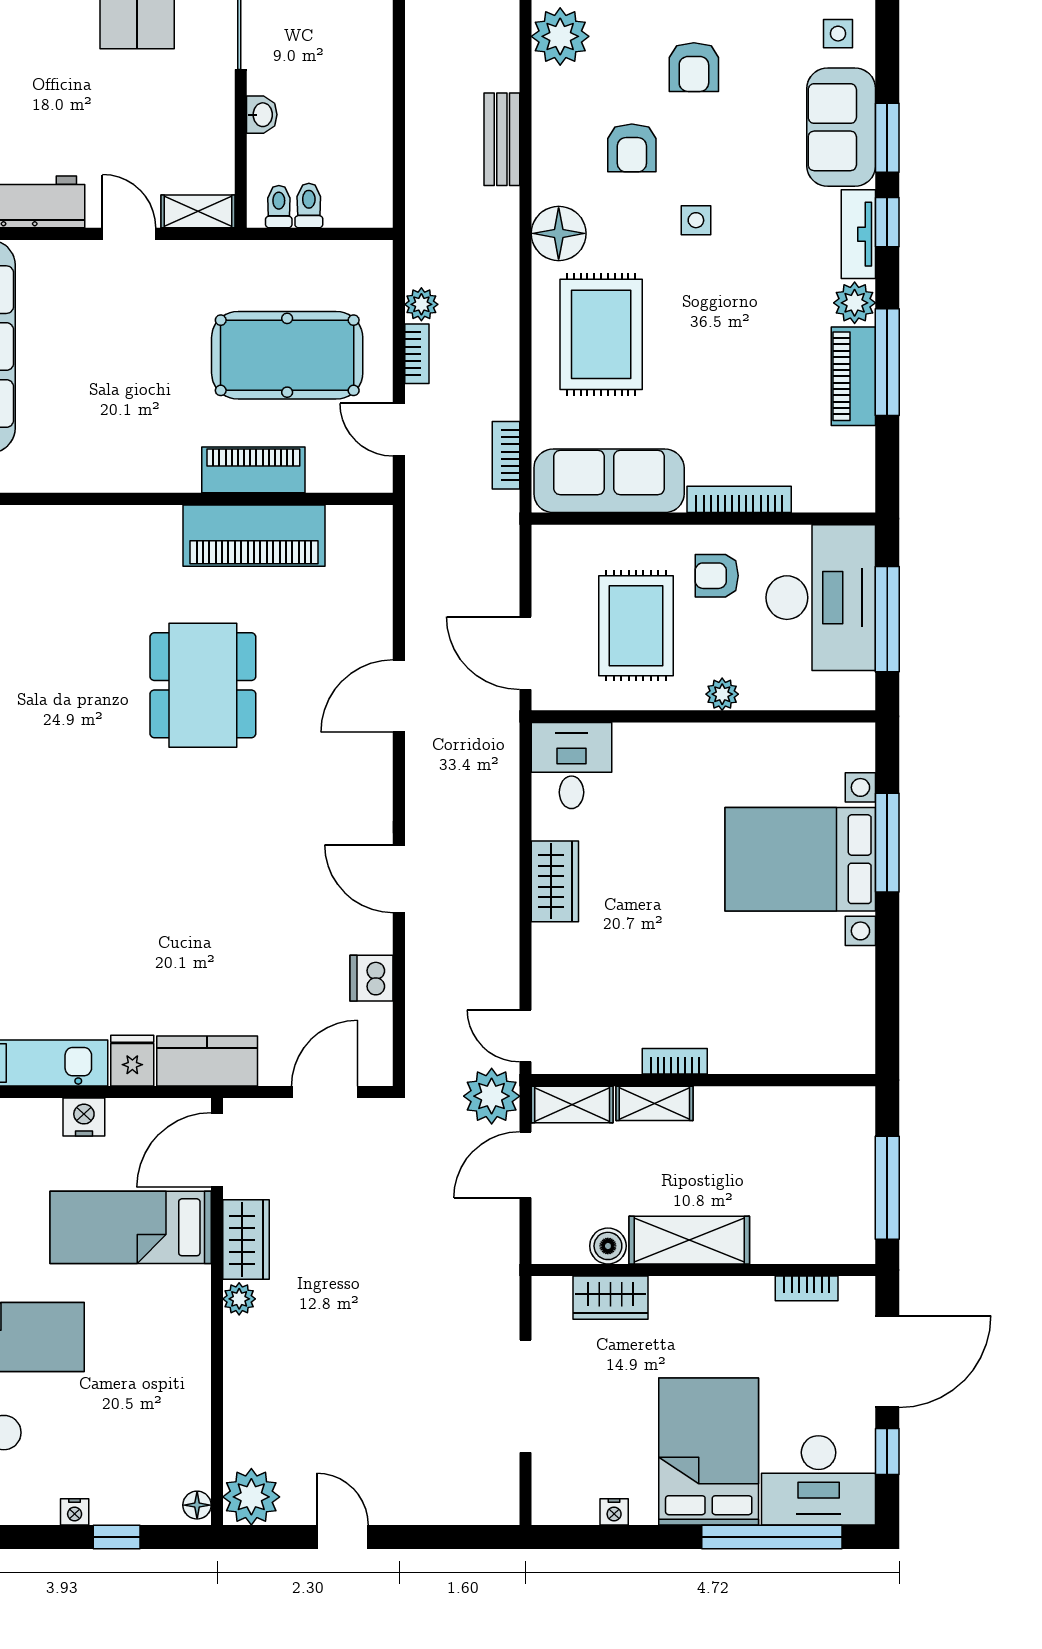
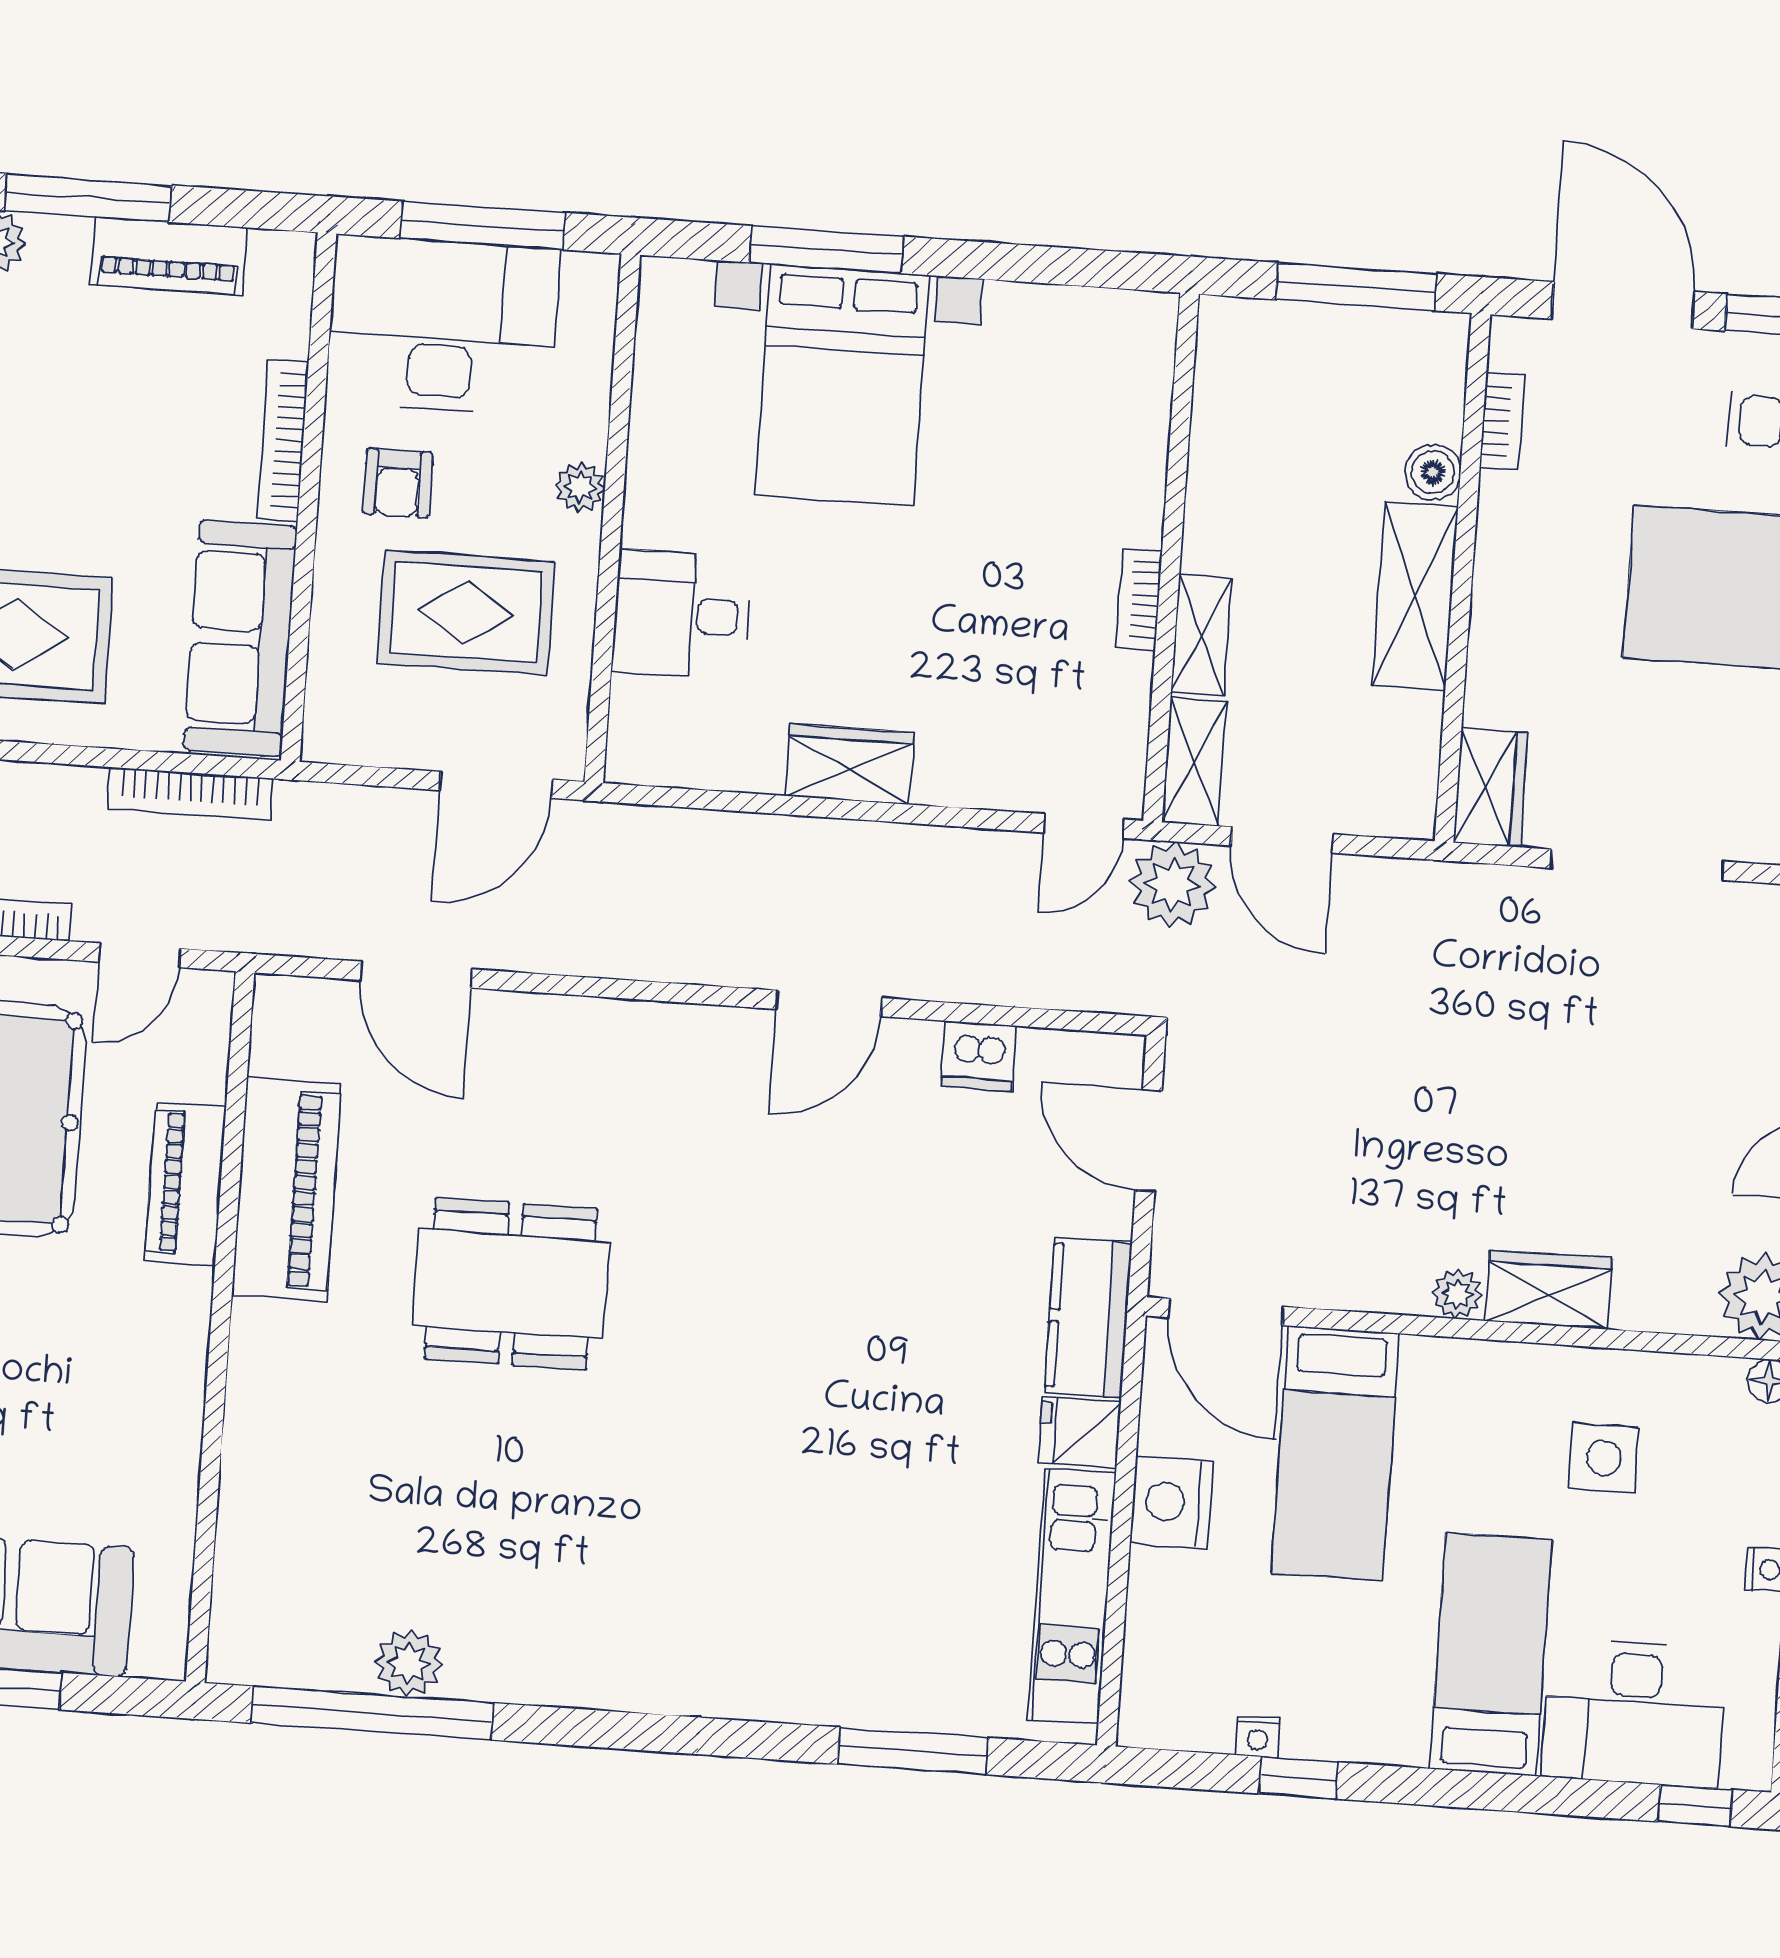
piano: (853, 376) -> (169, 256), moved
bookcase: (506, 455) -> (190, 794), width x1.56
door: (399, 696) -> (416, 975), moved
desk: (571, 766) -> (681, 615), moved
nightstand: (84, 1117) -> (1172, 1502), width x1.36, depth x1.33
wardrobe: (246, 1240) -> (1549, 1290), moved
boiler: (608, 1246) -> (1433, 472), moved
wardrobe: (610, 1298) -> (1491, 788), moved
side table: (140, 1401) -> (1604, 1458), added

